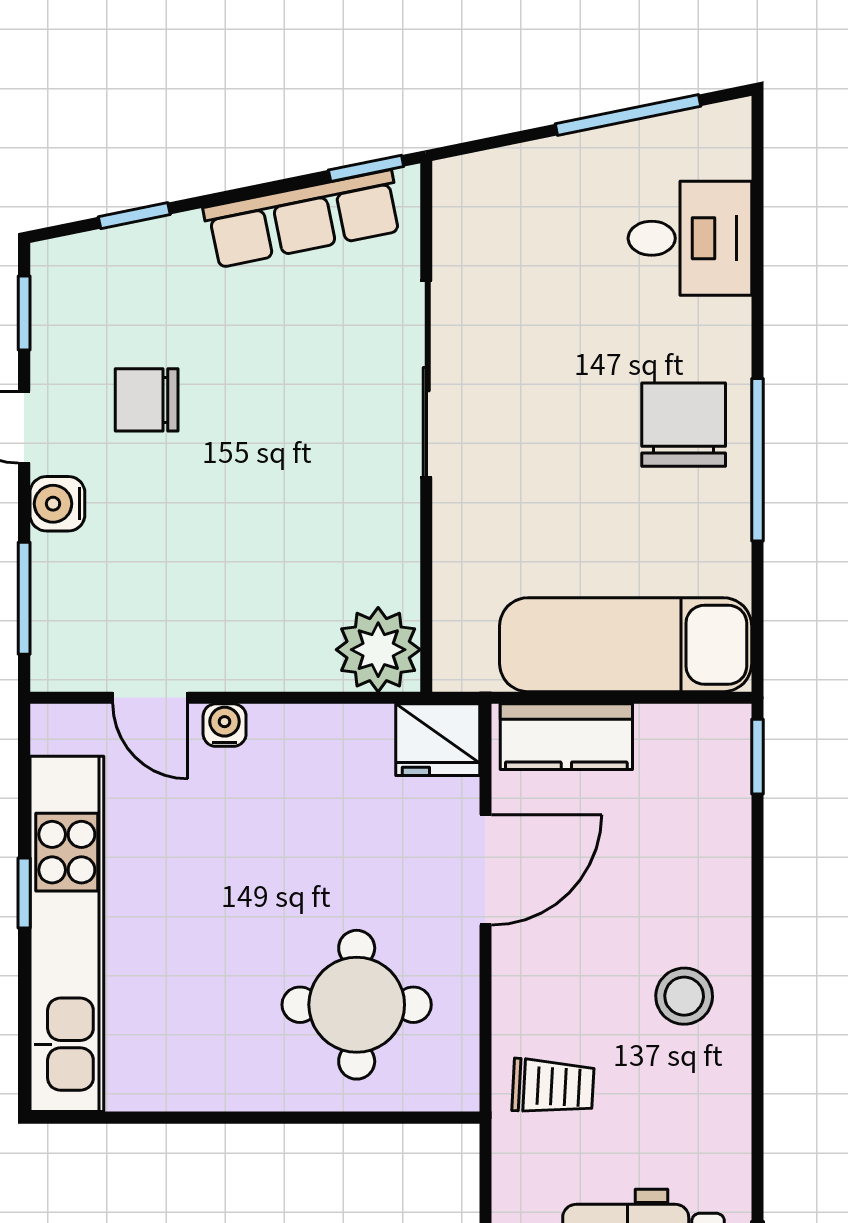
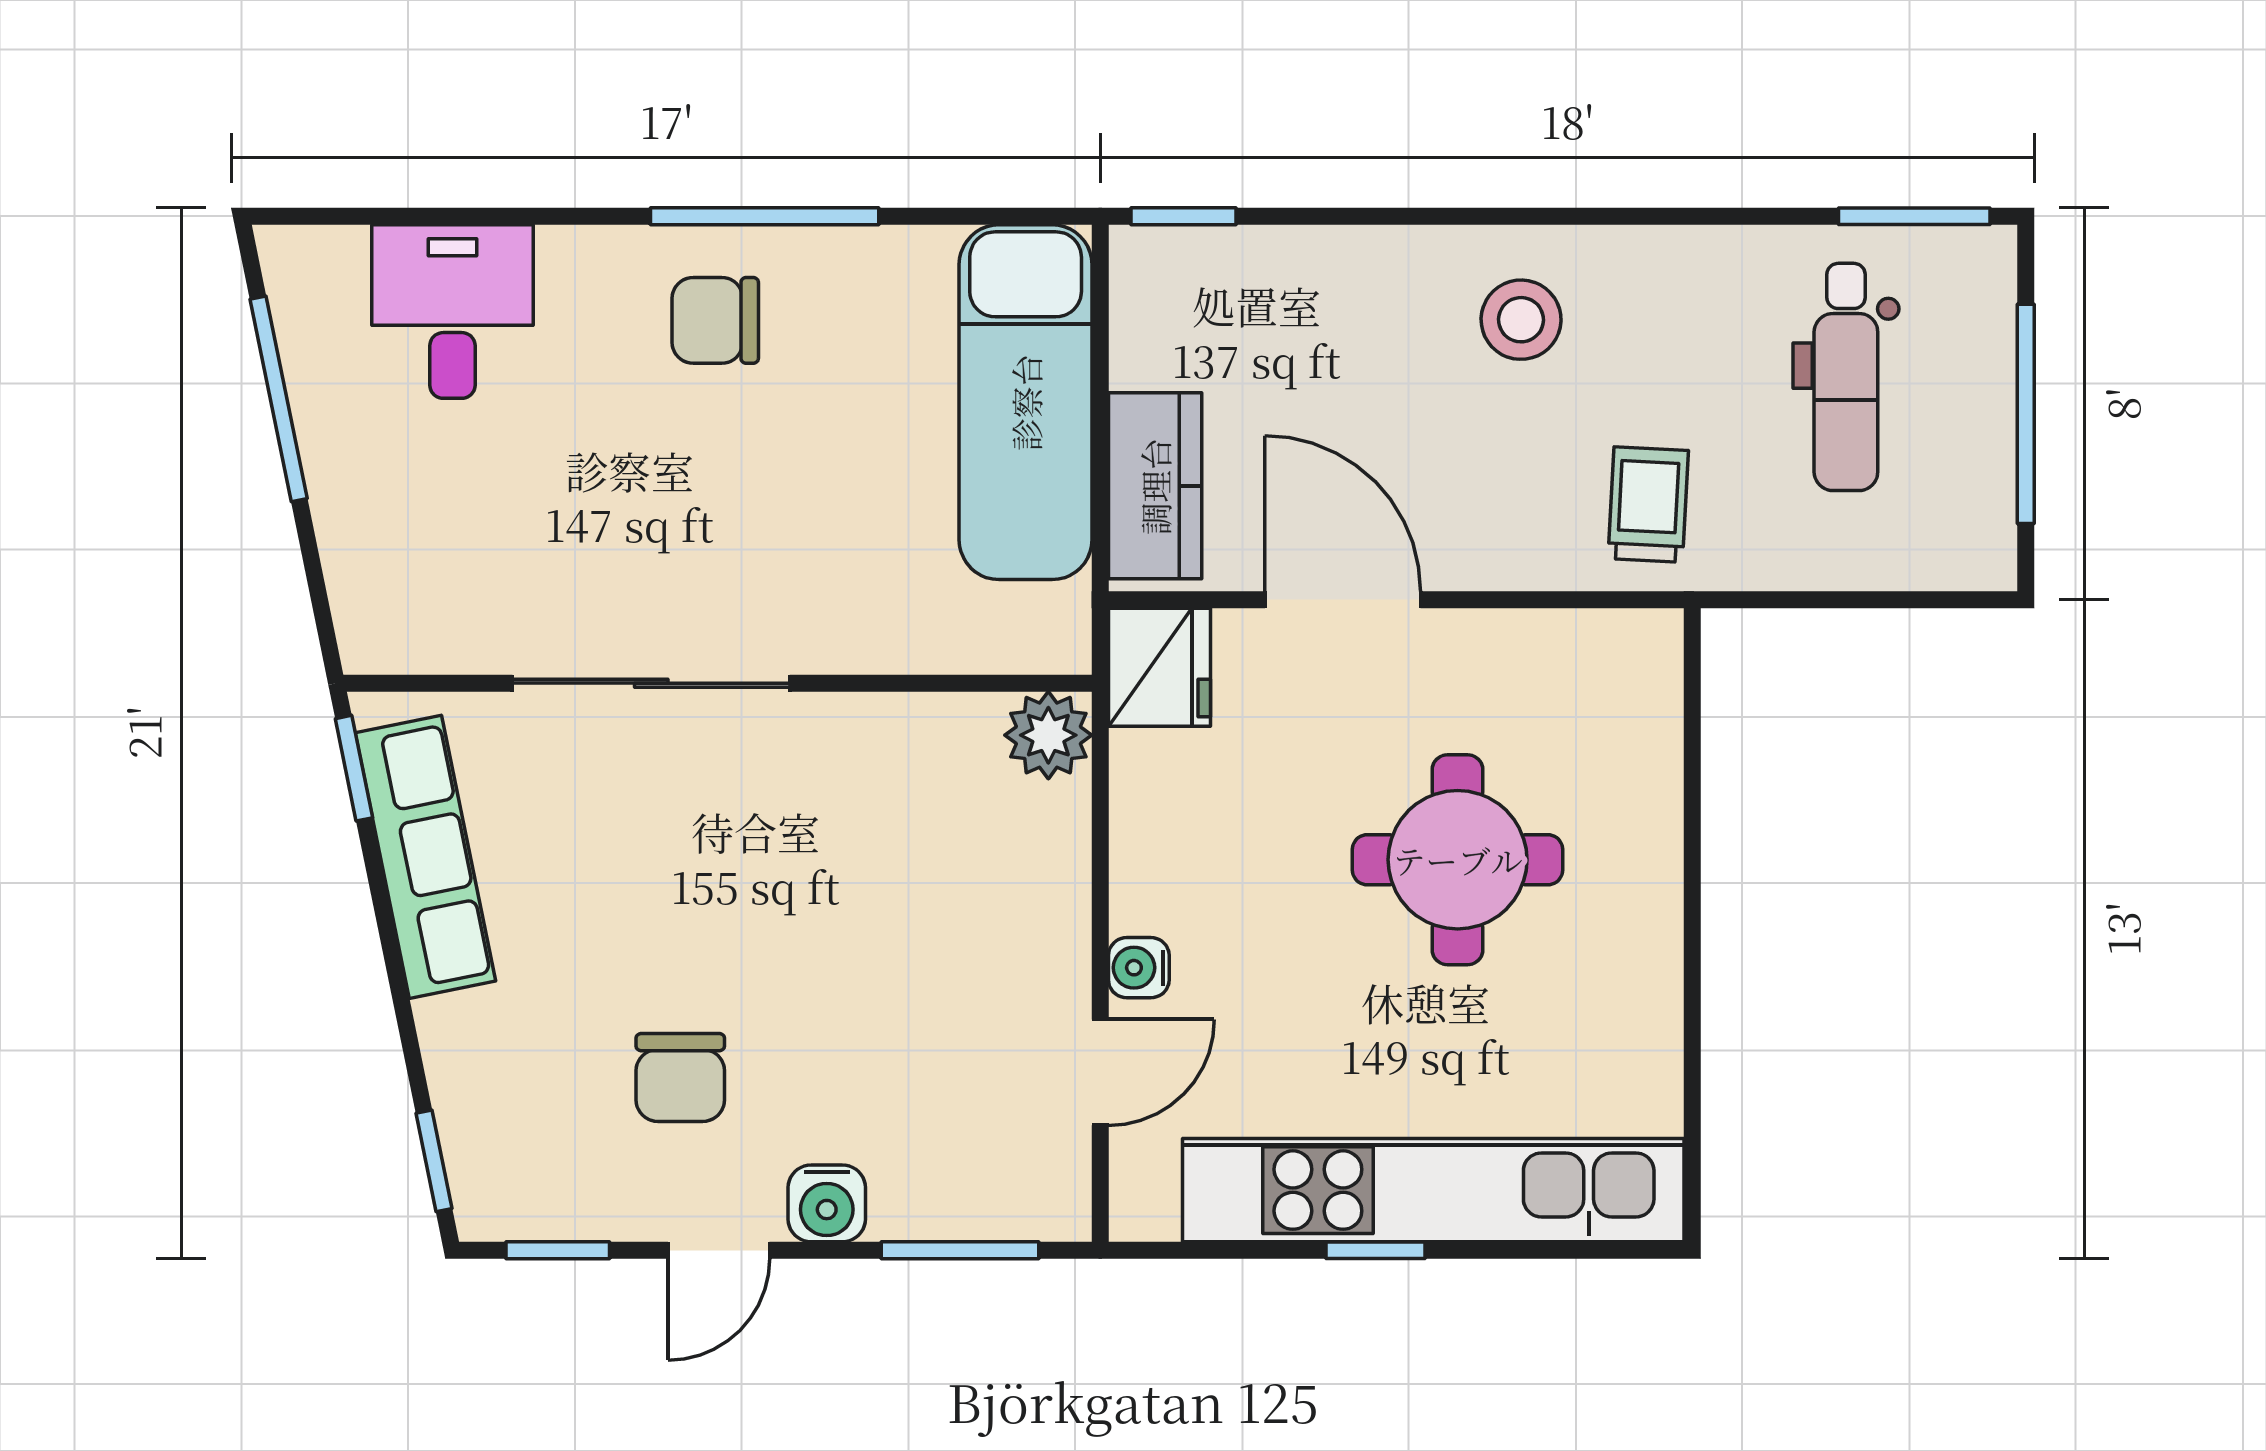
window: (134, 216) -> (434, 1161), moved
chair: (684, 425) -> (715, 320), width x0.73, depth x0.73
plant: (378, 650) -> (1048, 735), width x0.73, depth x0.73
round table: (357, 1005) -> (1458, 860), moved

